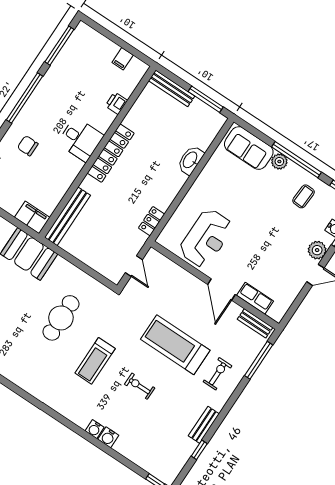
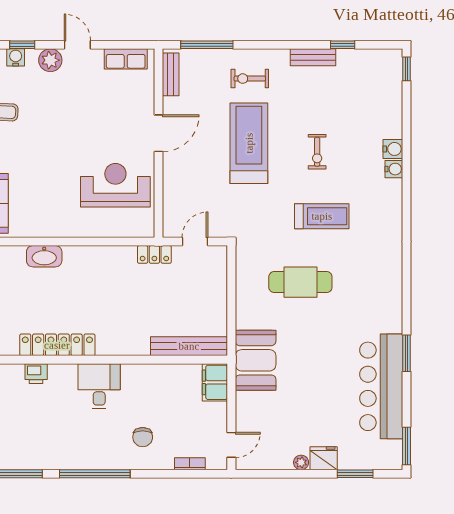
locker: (111, 153) -> (57, 345), moved
locker: (152, 221) -> (154, 254), moved
row of seats: (255, 298) -> (126, 59), moved, turned -90
treadmill: (175, 345) -> (249, 143), turned 180

